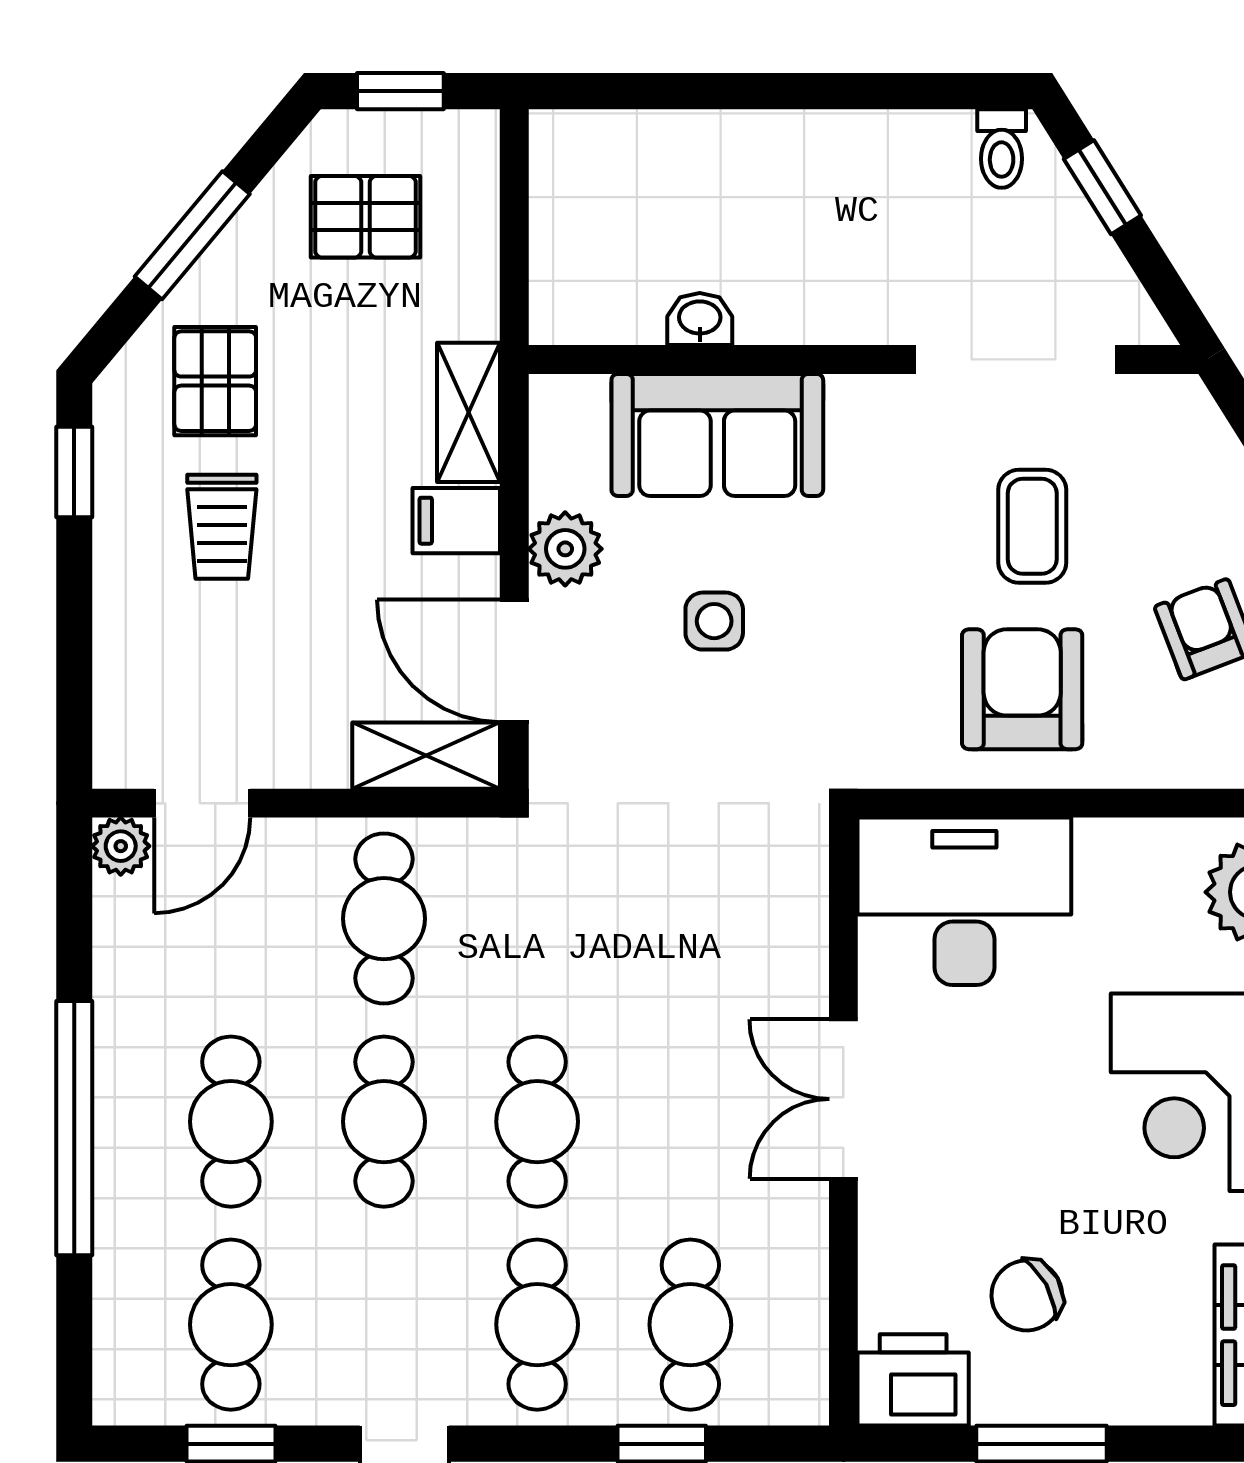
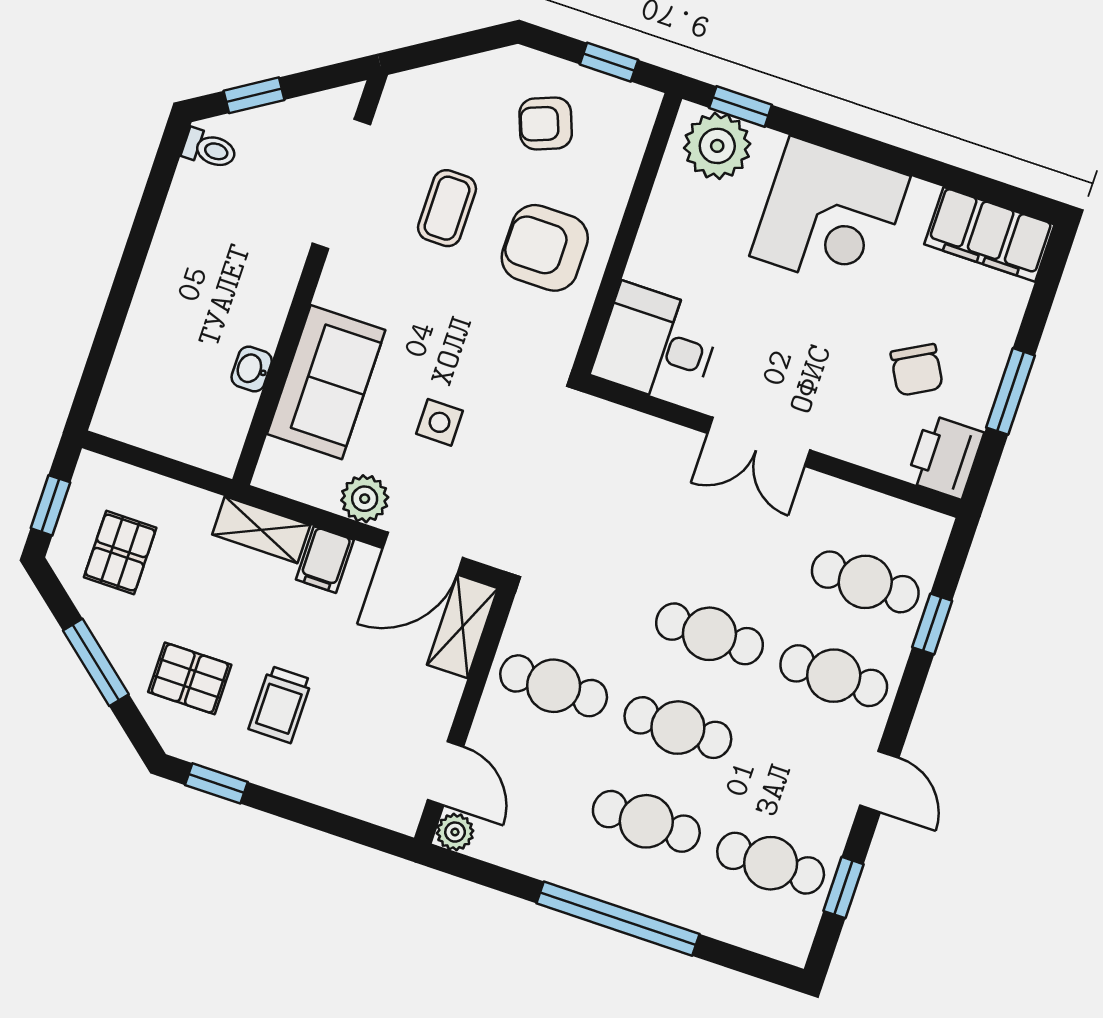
coffee table: (1032, 526) -> (447, 208), turned 90
trolley: (222, 527) -> (280, 704), turned 90
desk: (964, 901) -> (657, 345), width x0.73

